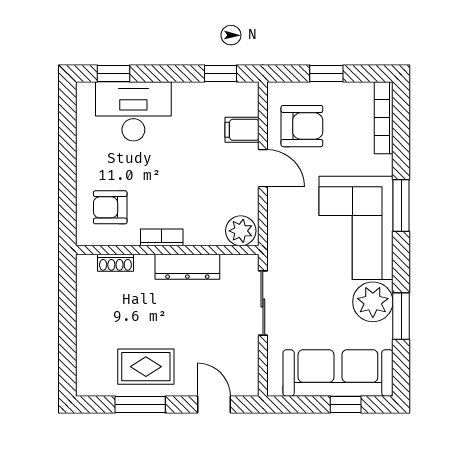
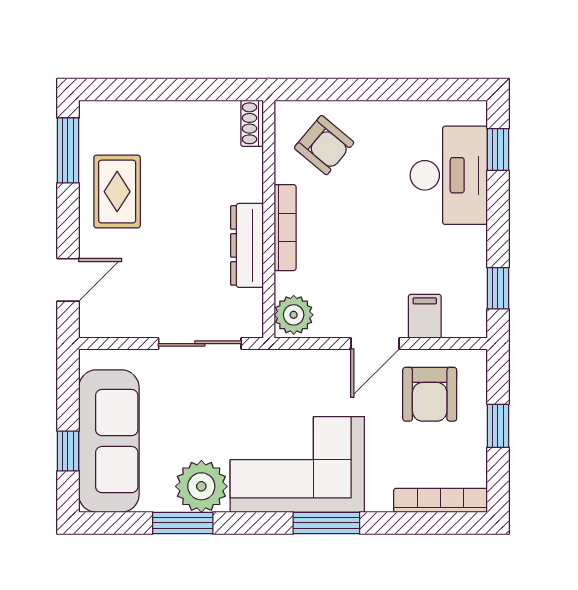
armchair: (110, 207) -> (324, 145), turned 130
bookcase: (162, 237) -> (285, 228), width x1.56
shoe rack: (115, 263) -> (252, 123), moved
window: (140, 405) -> (68, 150), moved

